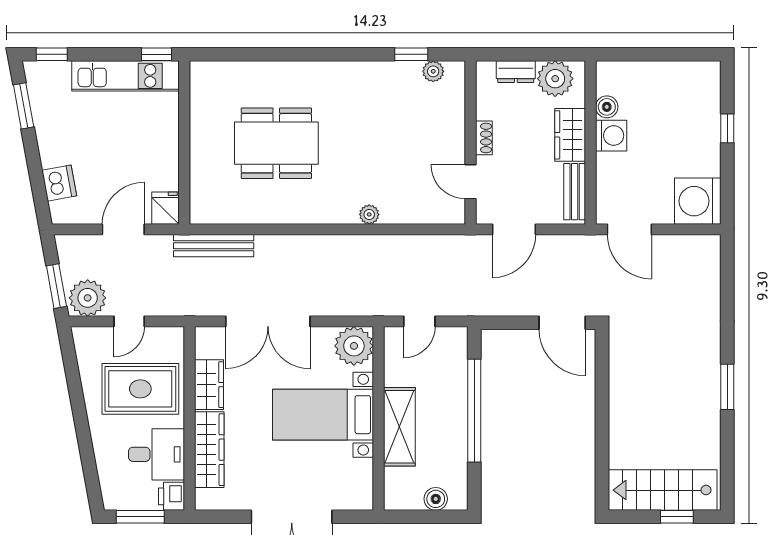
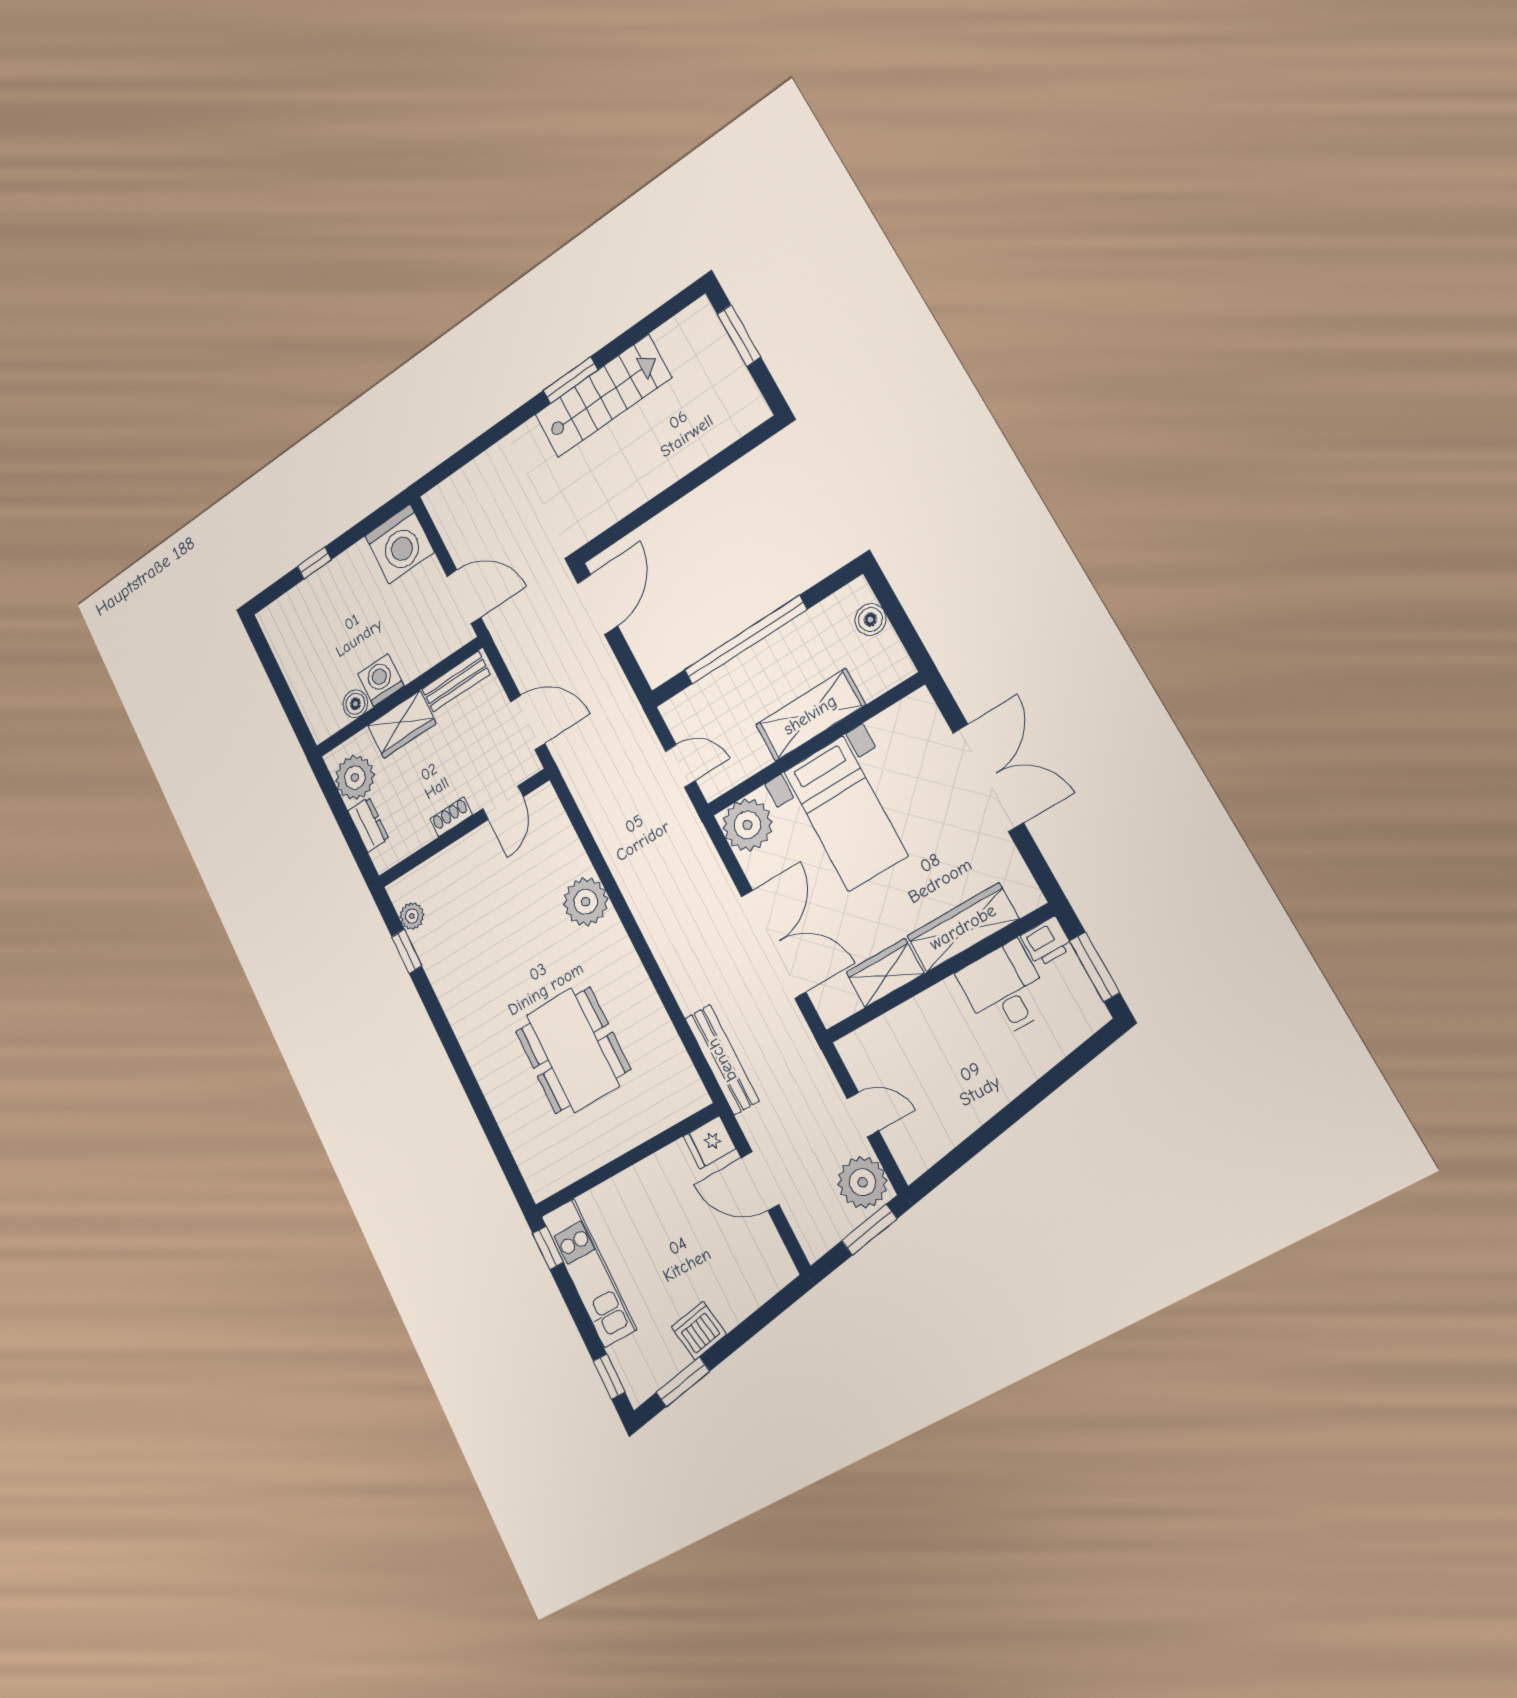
dishwasher: (59, 183) -> (699, 1331), moved
plant: (369, 214) -> (586, 902), width x1.88, depth x1.88
door: (629, 229) -> (464, 597), hinge flipped
rug: (140, 389) -> (936, 1056), removed
stairs: (663, 490) -> (603, 396), moved, turned -90
window: (677, 517) -> (739, 336), width x1.50

